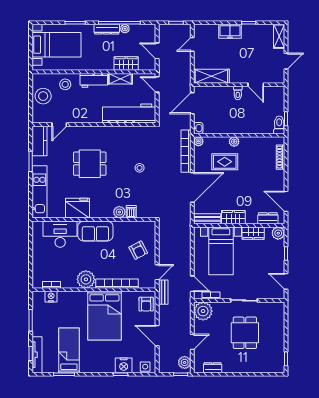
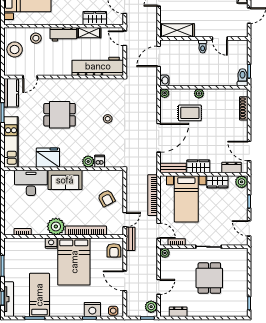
bookcase: (186, 151) -> (153, 195), moved
nightstand: (51, 297) -> (51, 243), moved
plant: (203, 311) -> (165, 253), width x0.53, depth x0.53

